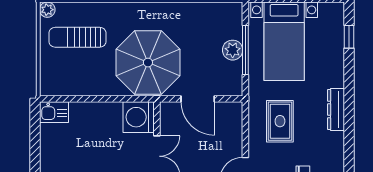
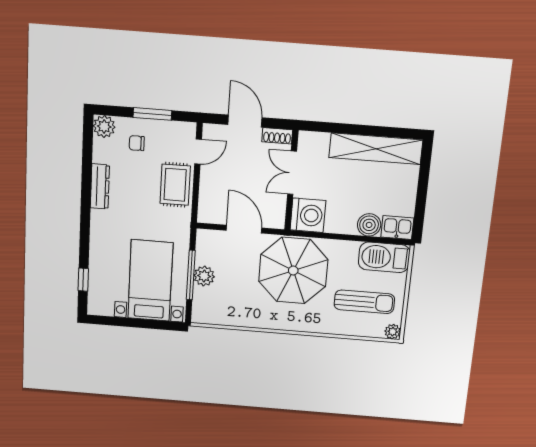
barbecue: (63, 82) -> (384, 257), added
dresser: (336, 110) -> (100, 186), moved
boiler: (81, 113) -> (369, 225), added
rug: (280, 121) -> (175, 185), moved

